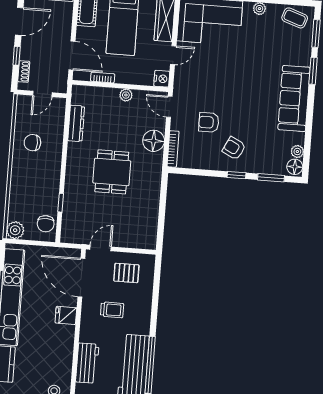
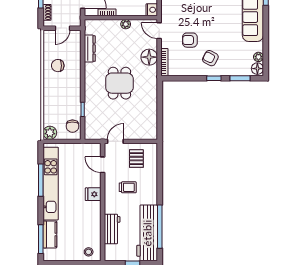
pallet: (126, 273) -> (136, 159), turned 90
door: (81, 278) -> (103, 165), width x0.53

